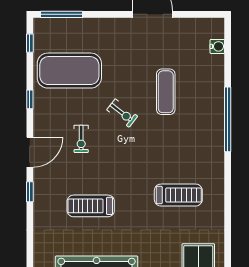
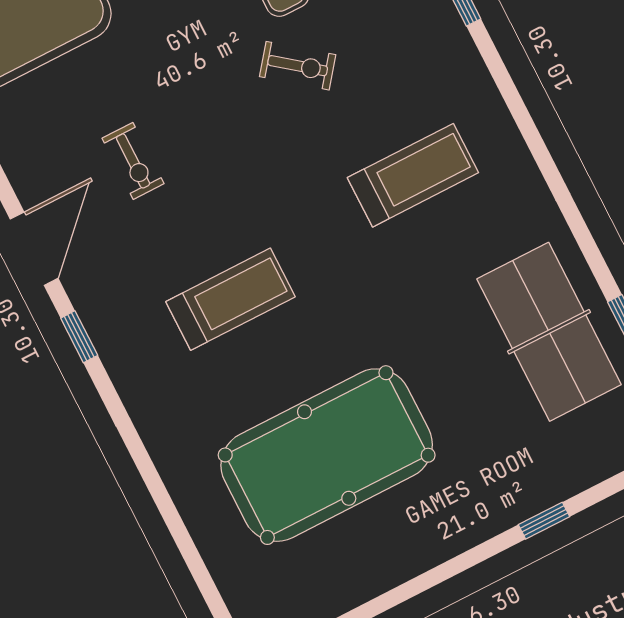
exercise bike: (122, 113) -> (298, 66), moved
treadmill: (91, 206) -> (230, 299), turned 180

